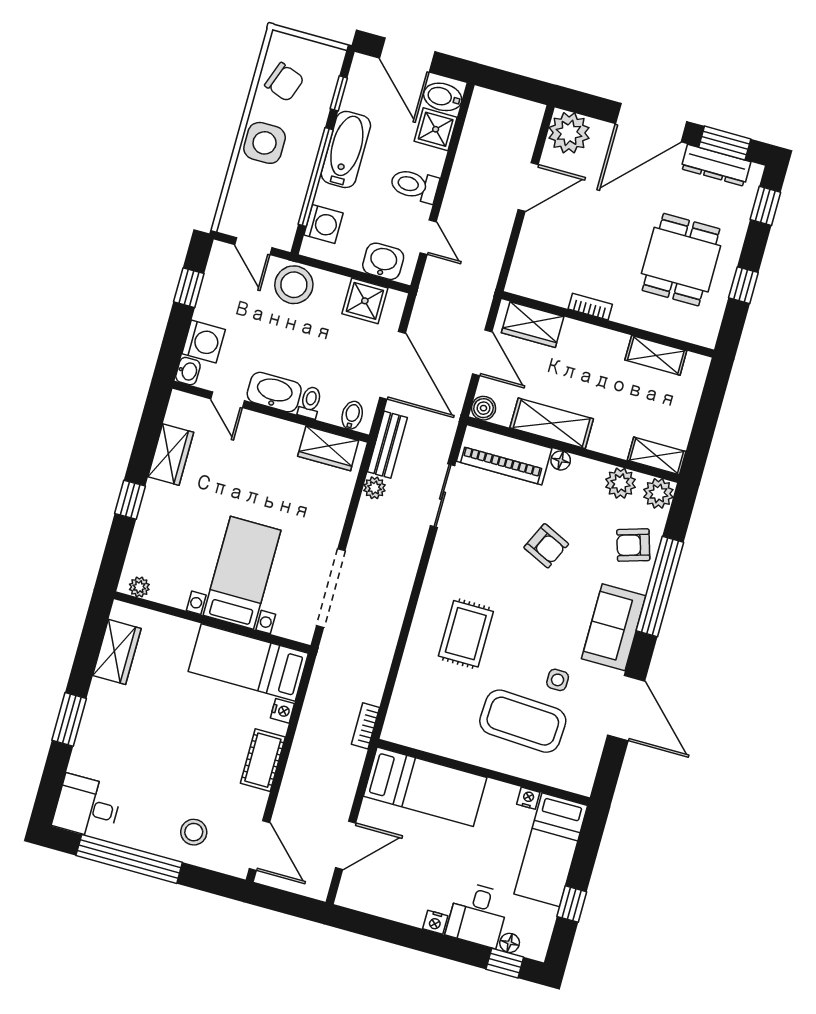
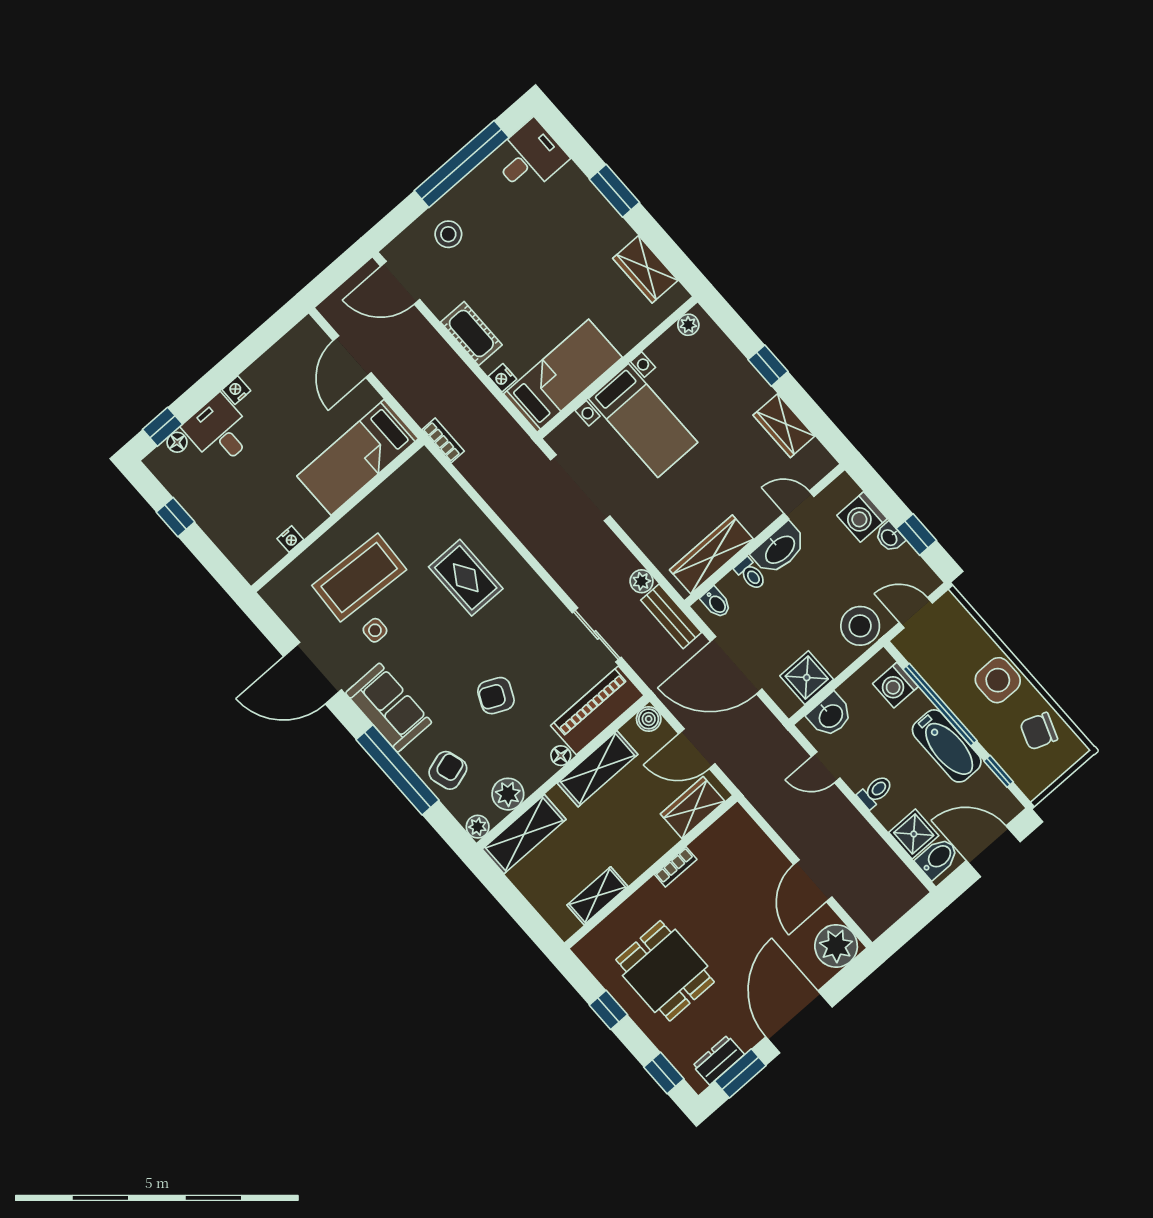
dresser: (716, 165) -> (719, 1060), width x0.70
toilet: (414, 185) -> (875, 792), width x0.73, depth x0.72
washbasin: (188, 371) -> (890, 537), moved
wardrobe: (328, 448) -> (712, 555), width x1.50
shelving: (657, 456) -> (524, 834), width x1.50, depth x1.33
plant: (658, 493) -> (478, 827), width x0.73, depth x0.73
bed: (551, 850) -> (234, 529), removed

